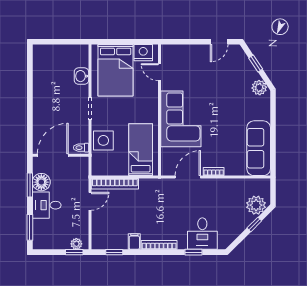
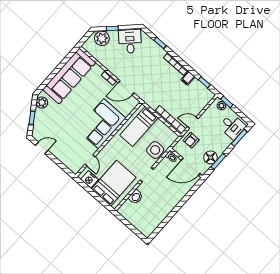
sofa: (259, 148) -> (69, 76), width x1.36, depth x1.27
armchair: (76, 182) -> (191, 140), added
desk: (47, 205) -> (232, 126), moved
desk: (202, 234) -> (130, 41), moved, turned -45

